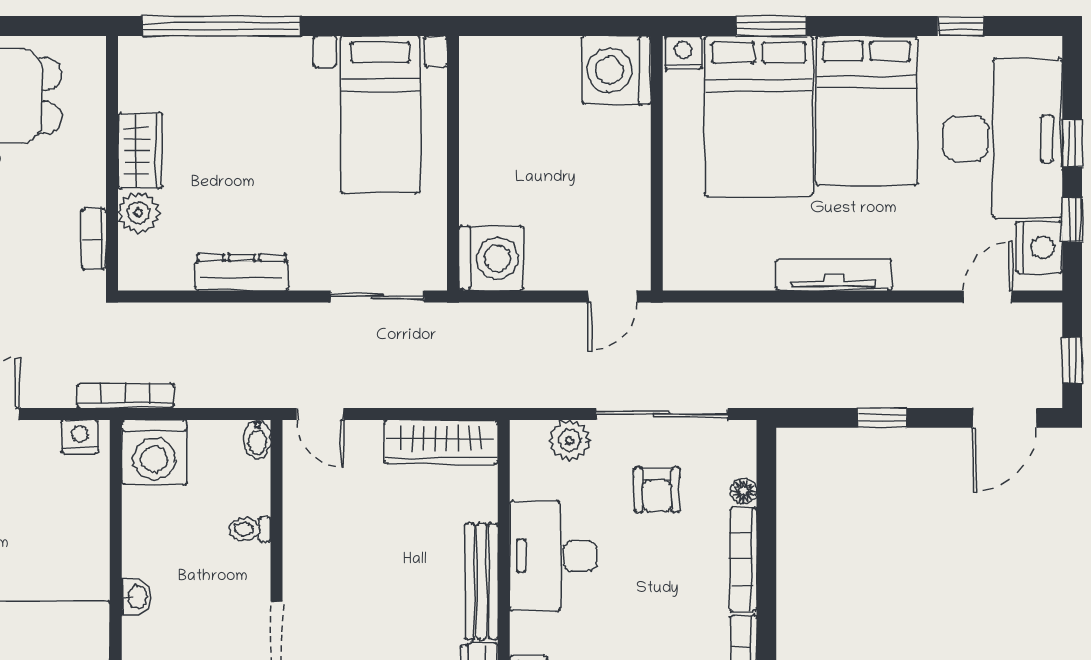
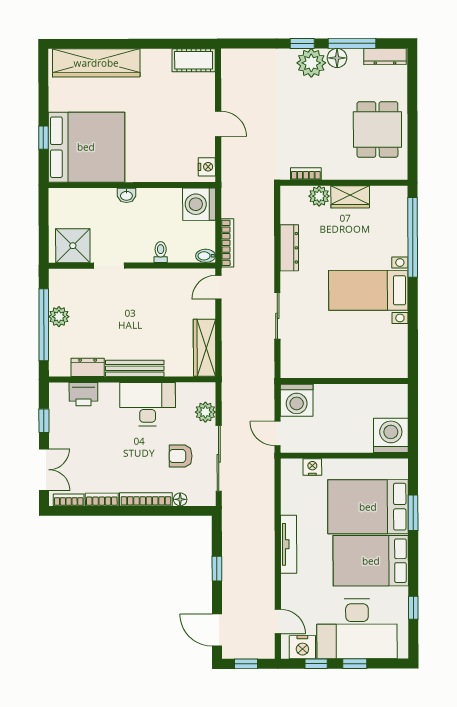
nightstand: (683, 53) -> (312, 467), moved, turned -90
bed with nightstands: (380, 115) -> (368, 290), moved
wall: (453, 163) -> (344, 381), moved
washing machine: (491, 258) -> (297, 400), moved
bookcase: (125, 396) -> (227, 243), moved

